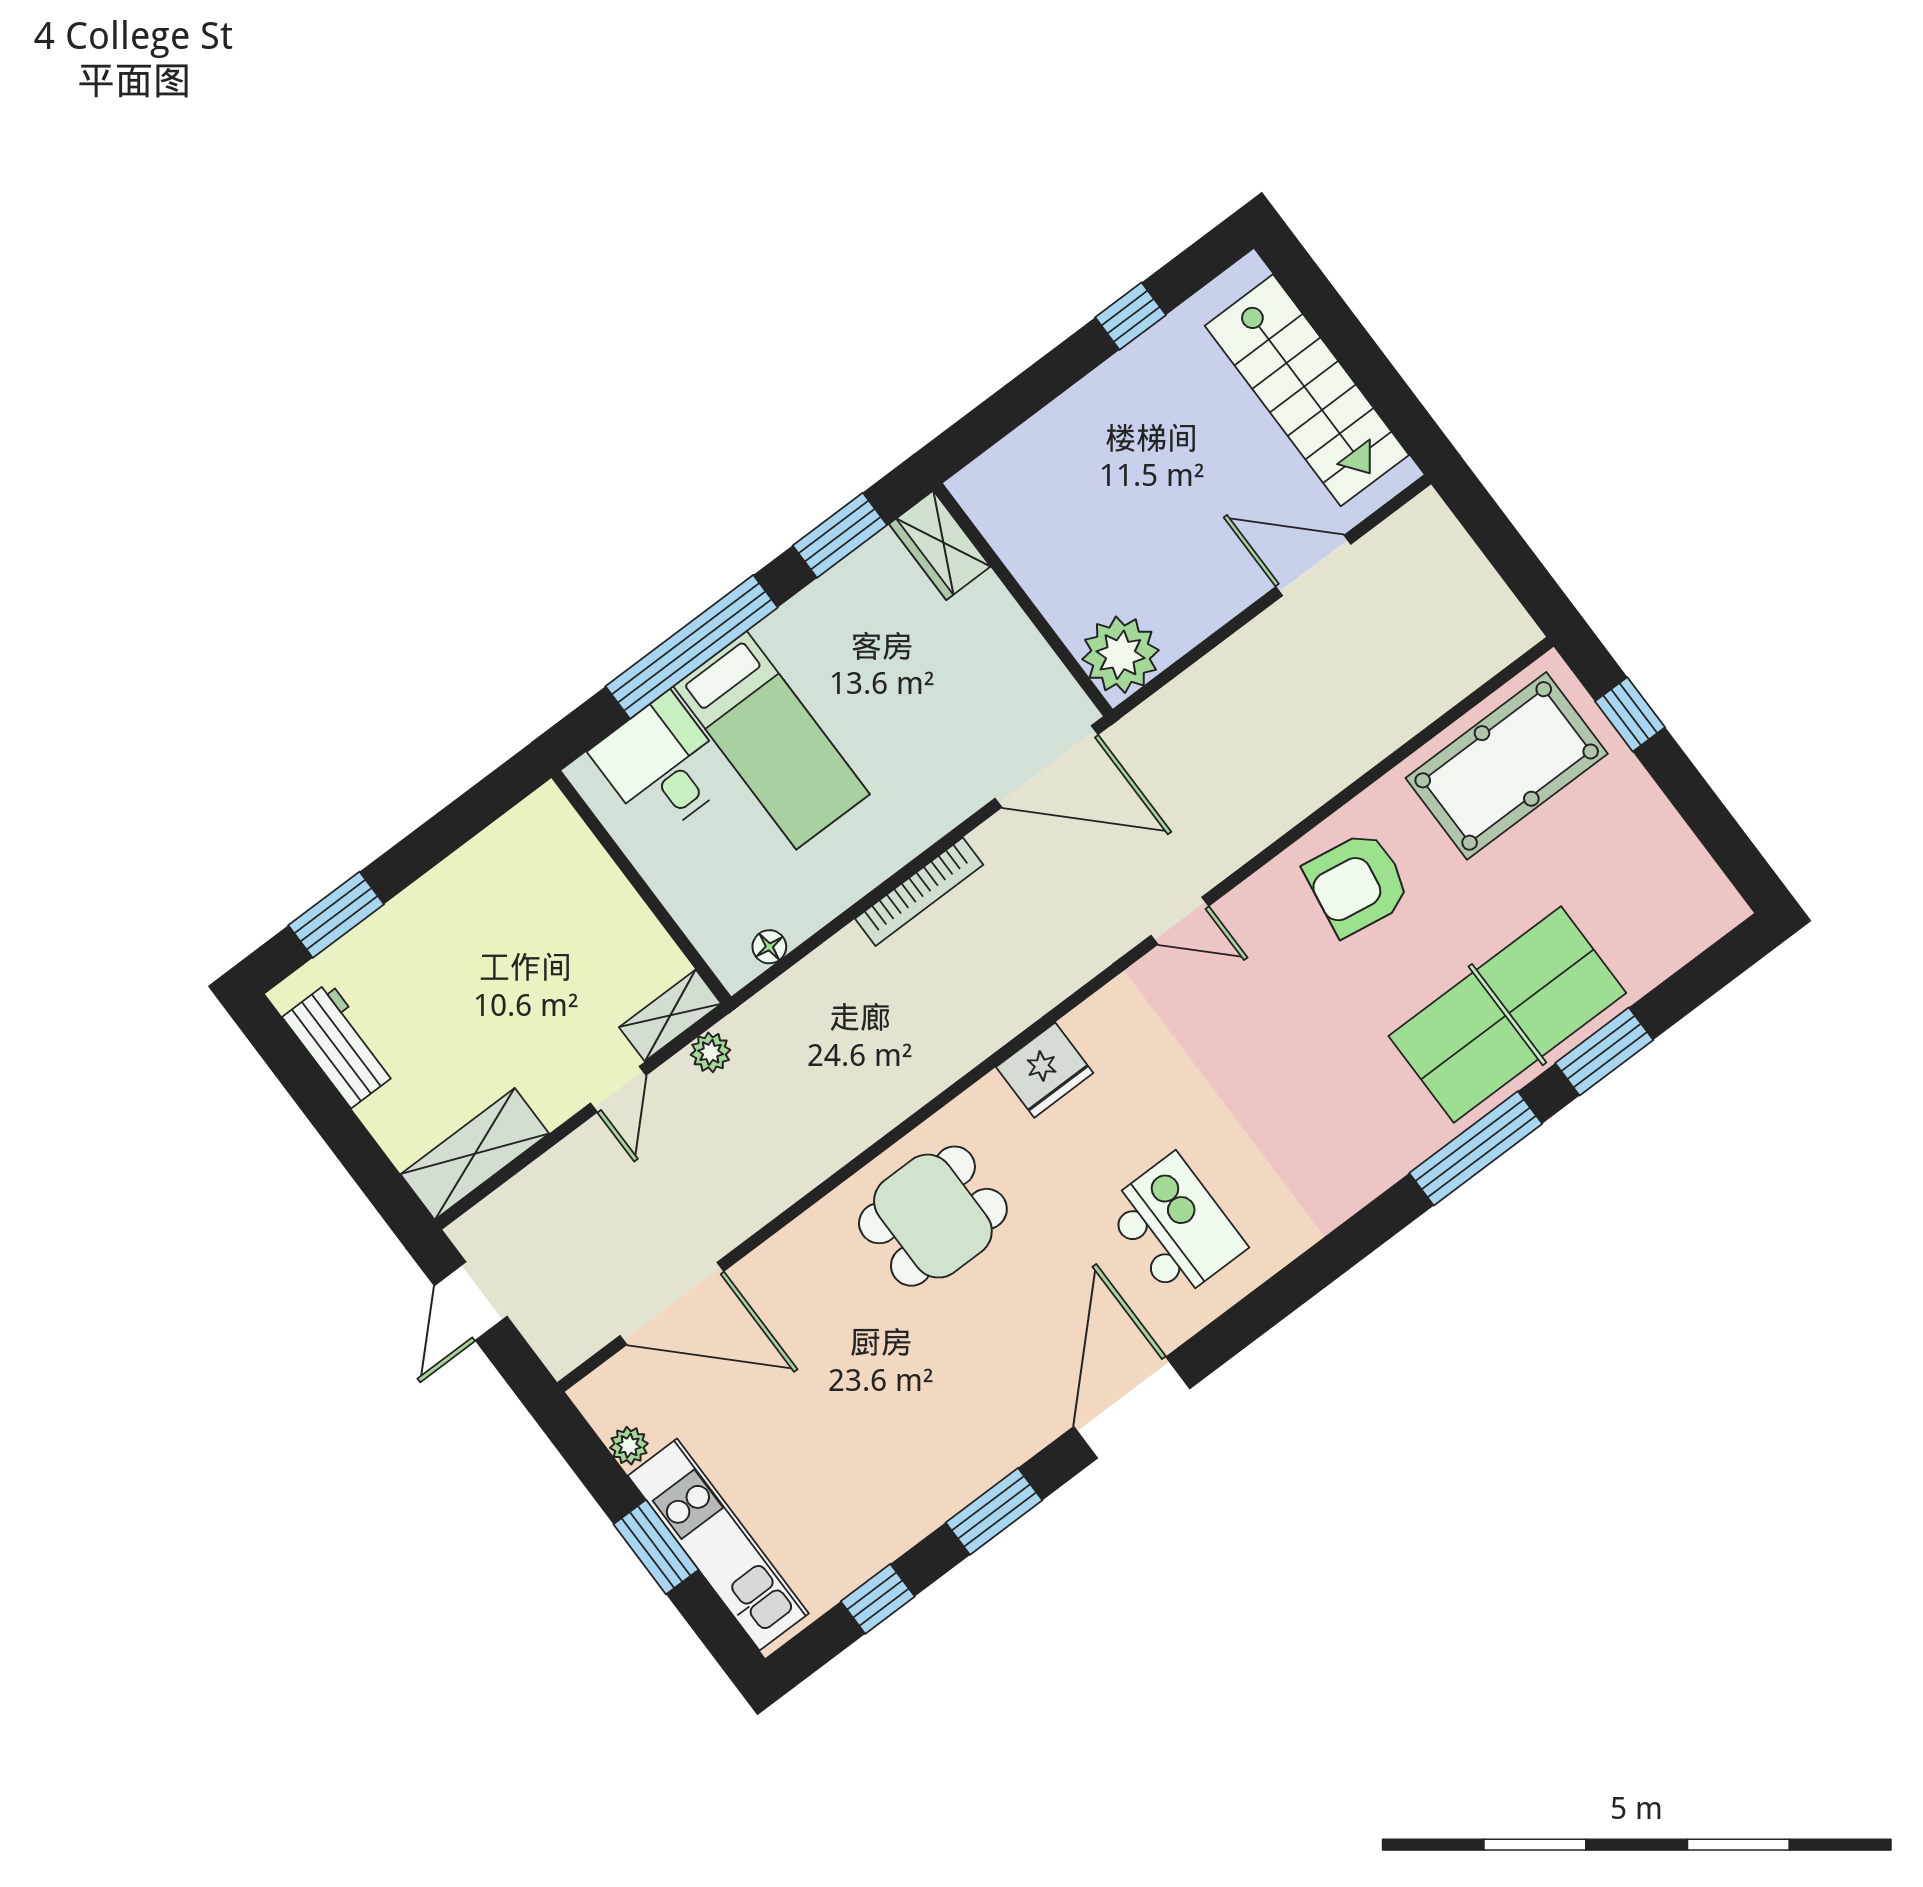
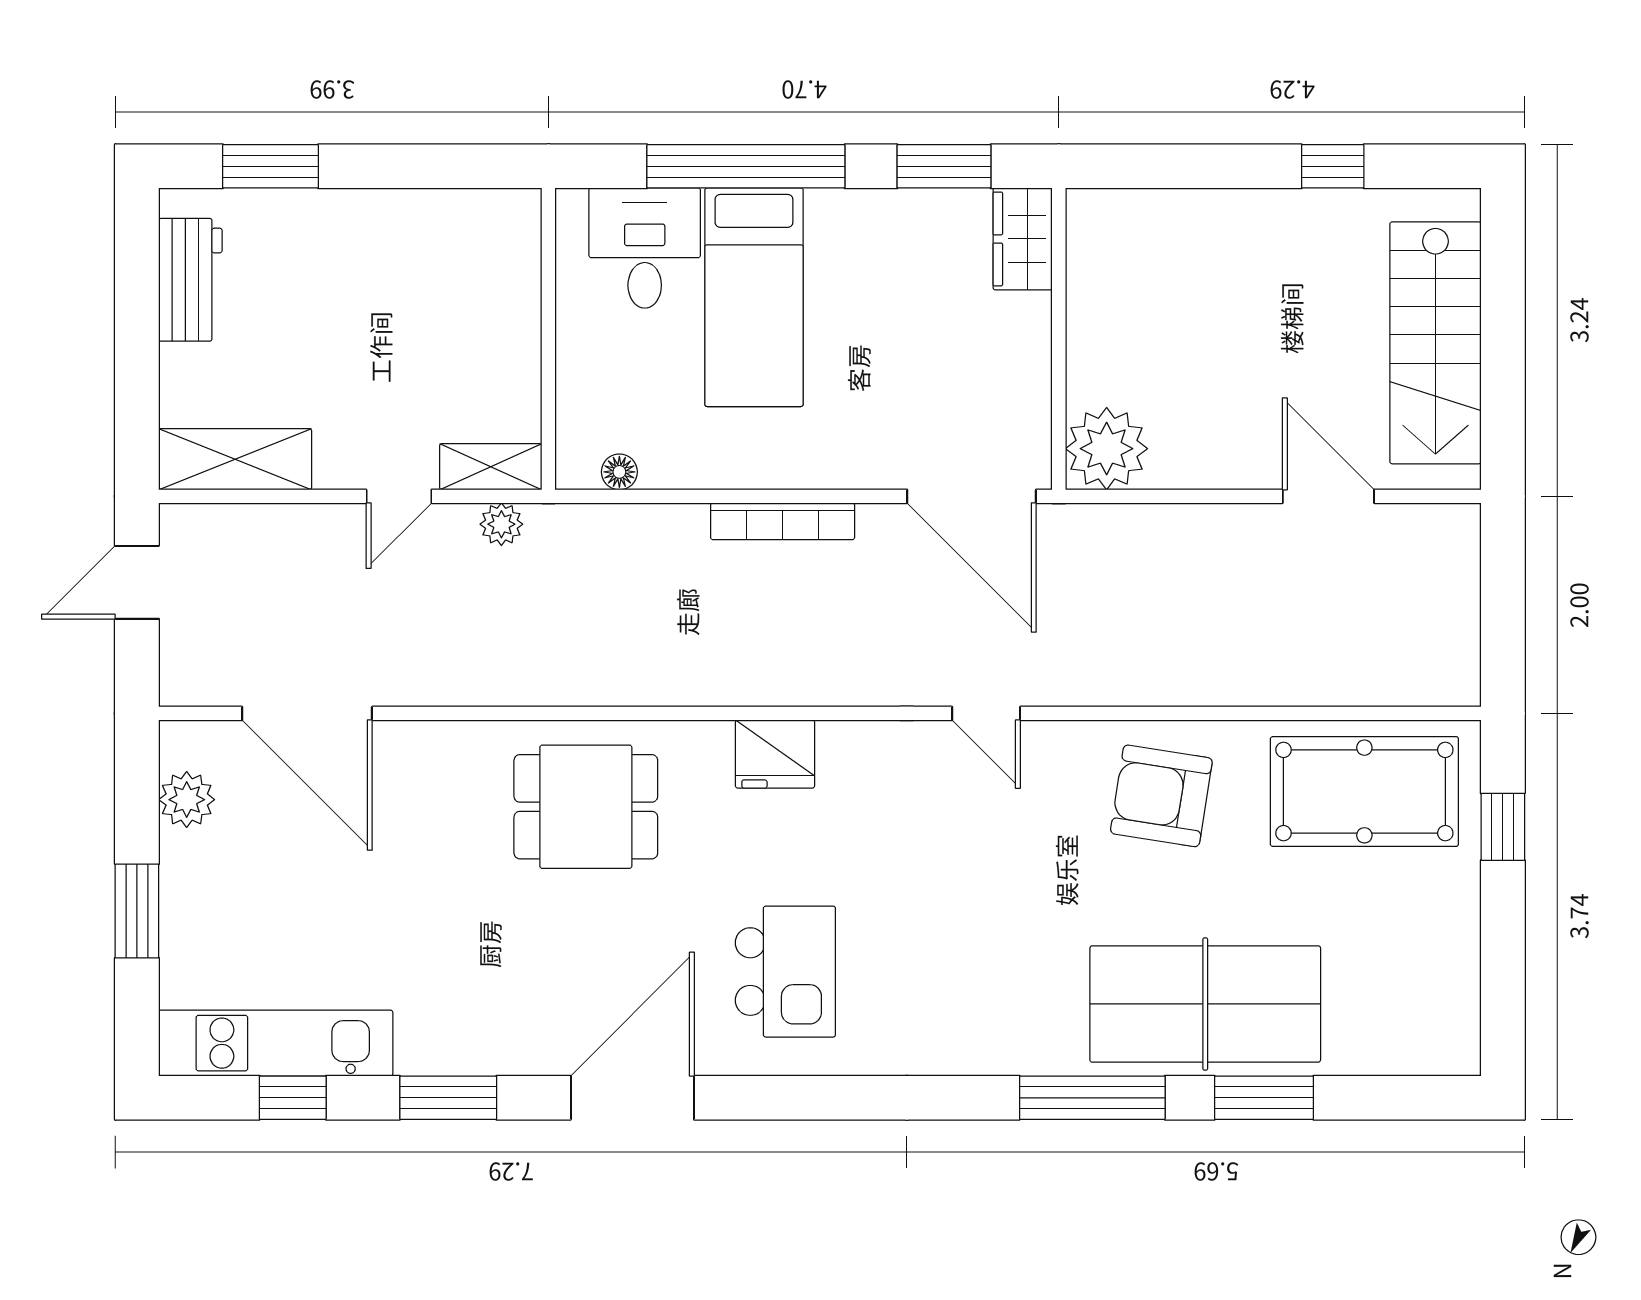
plant: (629, 1446) -> (187, 800), width x1.38, depth x1.38
kitchen unit: (718, 1545) -> (276, 1043), moved, turned -90

